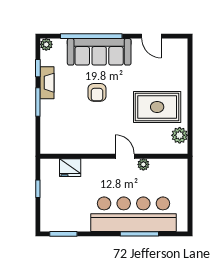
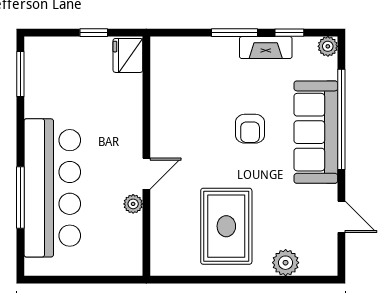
door: (151, 36) -> (341, 217), swing flipped
armchair: (97, 92) -> (250, 129), turned -90
plant: (180, 135) -> (286, 263), moved
fridge: (70, 168) -> (128, 55), moved

